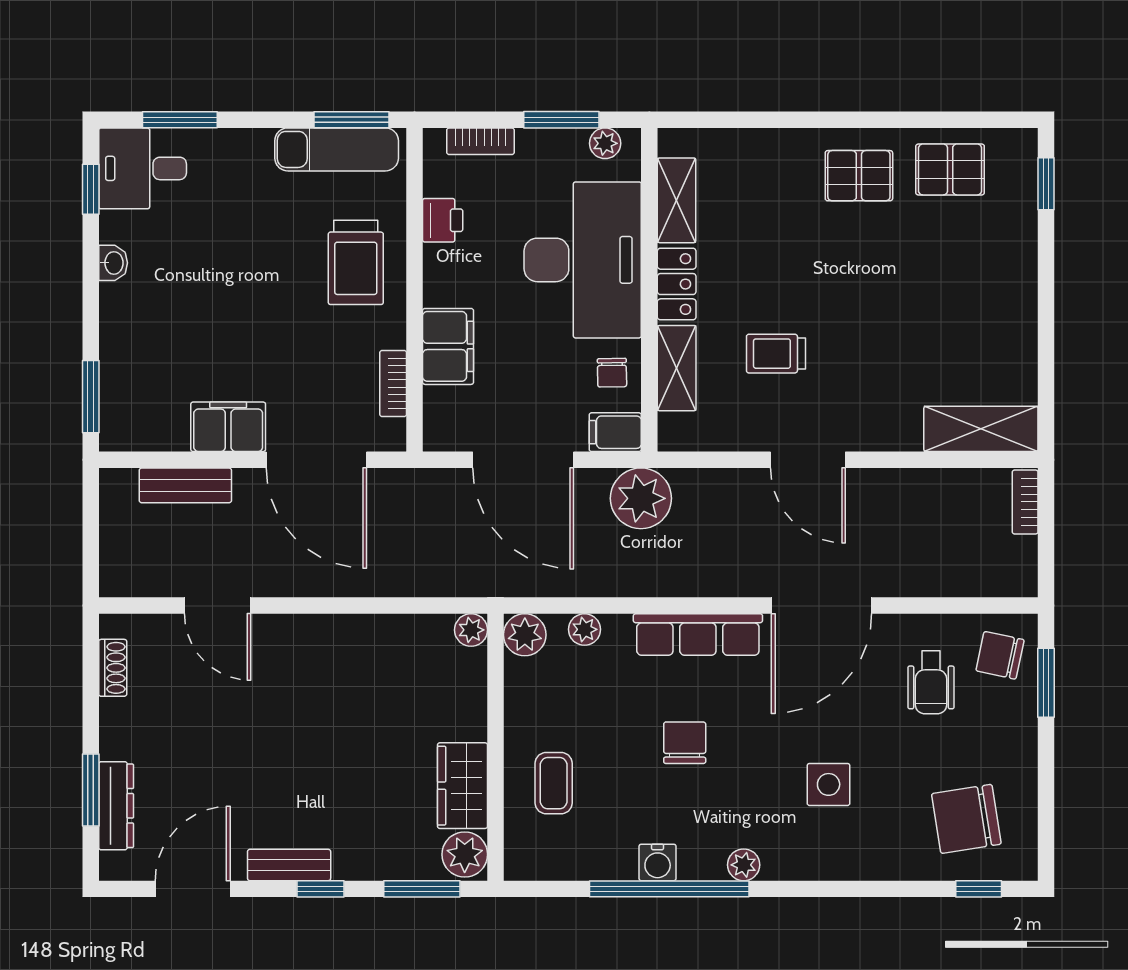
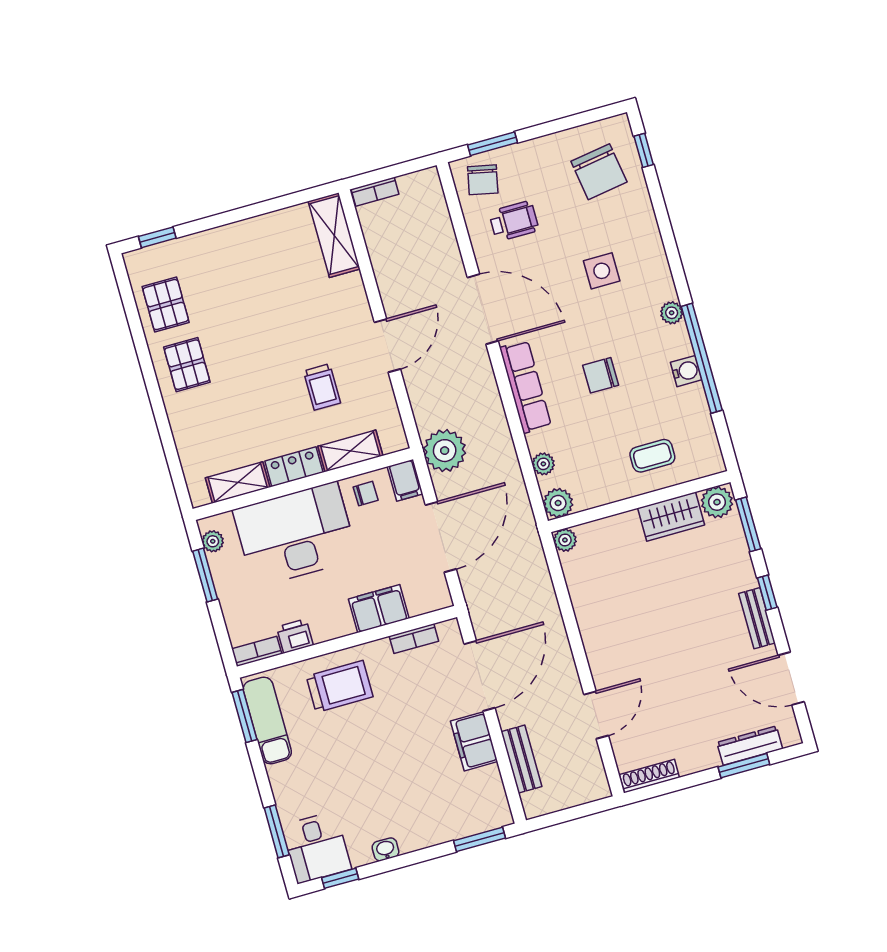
bookcase: (480, 141) -> (257, 651), moved, turned -90
shoe rack: (113, 668) -> (649, 776), width x1.43

